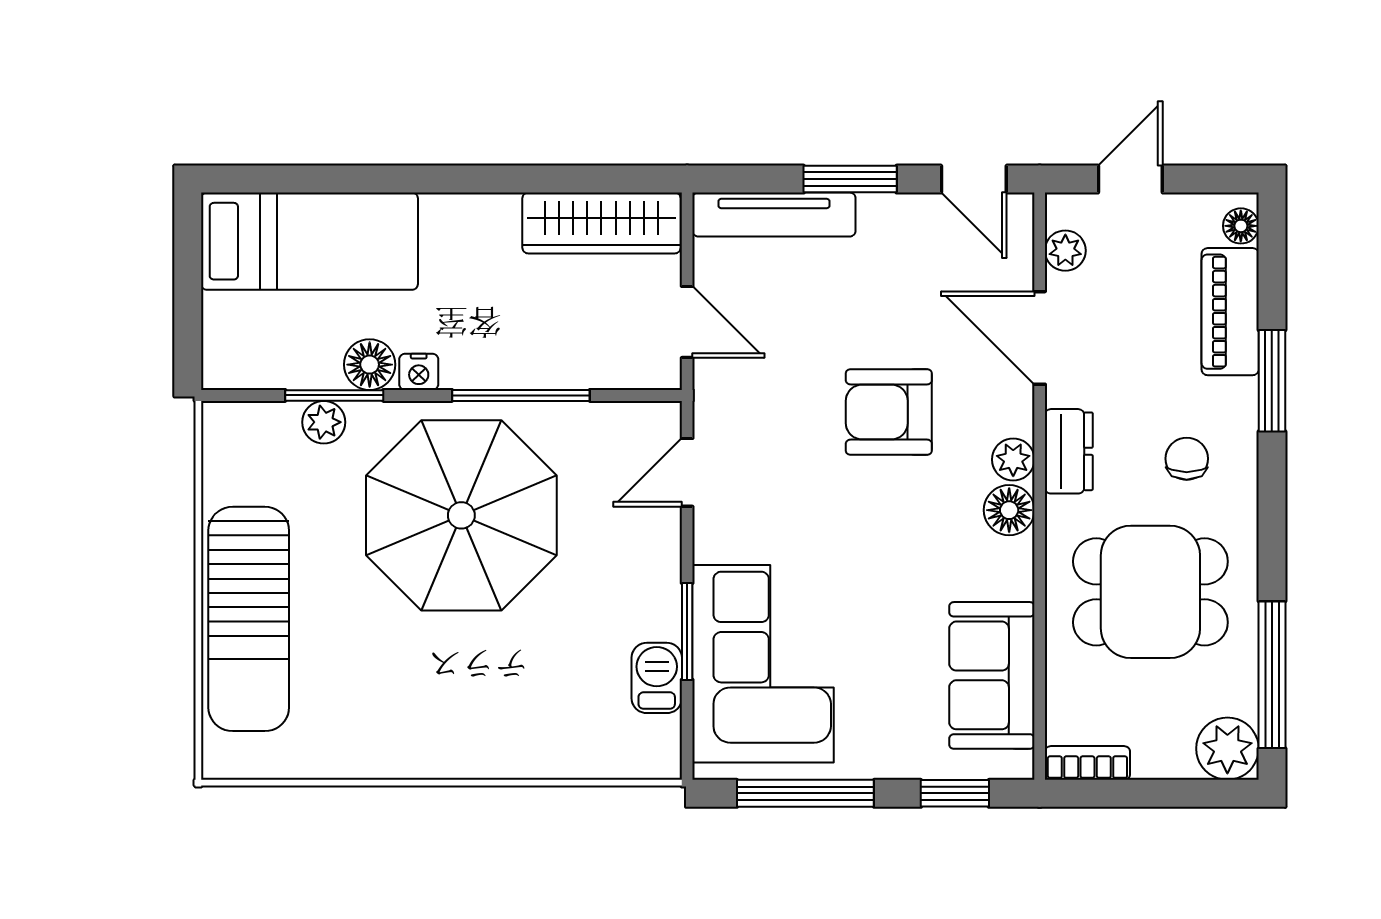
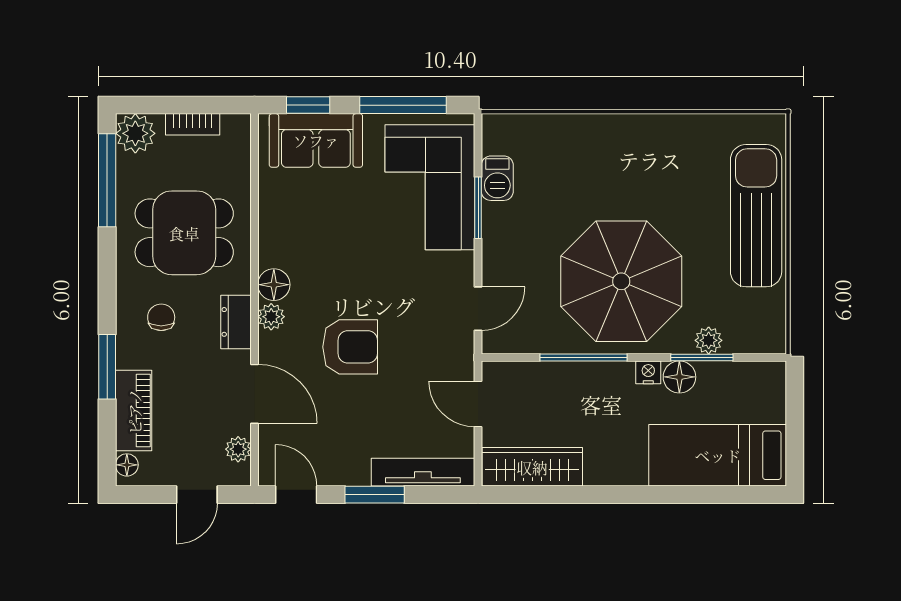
chair: (1187, 459) -> (161, 317), turned 180
sofa: (992, 675) -> (316, 140), moved, turned 90
bookcase: (1087, 763) -> (193, 124), moved

